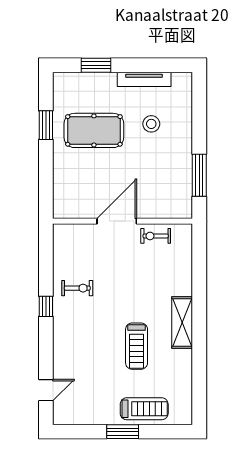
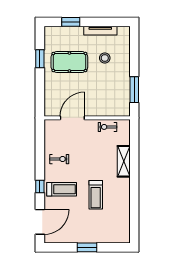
door: (117, 221) -> (72, 118), moved
window: (46, 306) -> (40, 186), moved
shelving: (182, 323) -> (124, 161), moved
door: (46, 390) -> (40, 222), width x1.88
treadmill: (144, 409) -> (62, 189), moved

